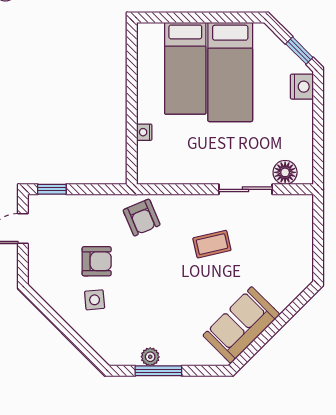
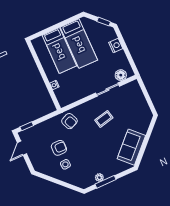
nightstand: (302, 87) -> (116, 45), moved

